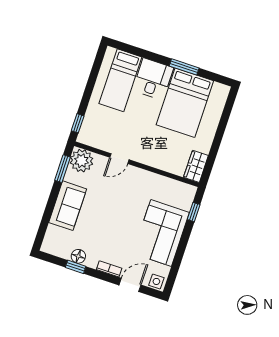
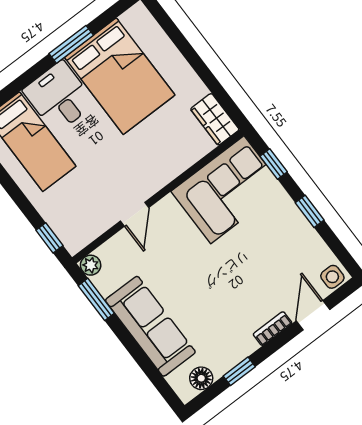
plant: (82, 161) -> (91, 265), width x0.53, depth x0.53
sofa: (68, 206) -> (150, 326), width x1.36
corner sofa: (161, 233) -> (227, 190), moved, turned -90
window: (182, 247) -> (310, 211), added
floor lamp: (78, 256) -> (201, 378), moved

